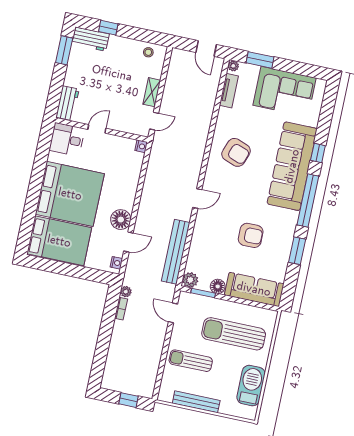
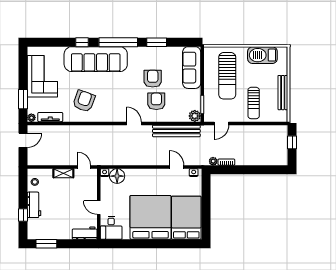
workbench: (91, 39) -> (34, 205), moved
armchair: (236, 152) -> (84, 101), moved
floor lamp: (121, 220) -> (117, 176), moved
armchair: (220, 234) -> (156, 101), added
floor lamp: (218, 286) -> (195, 95), removed

